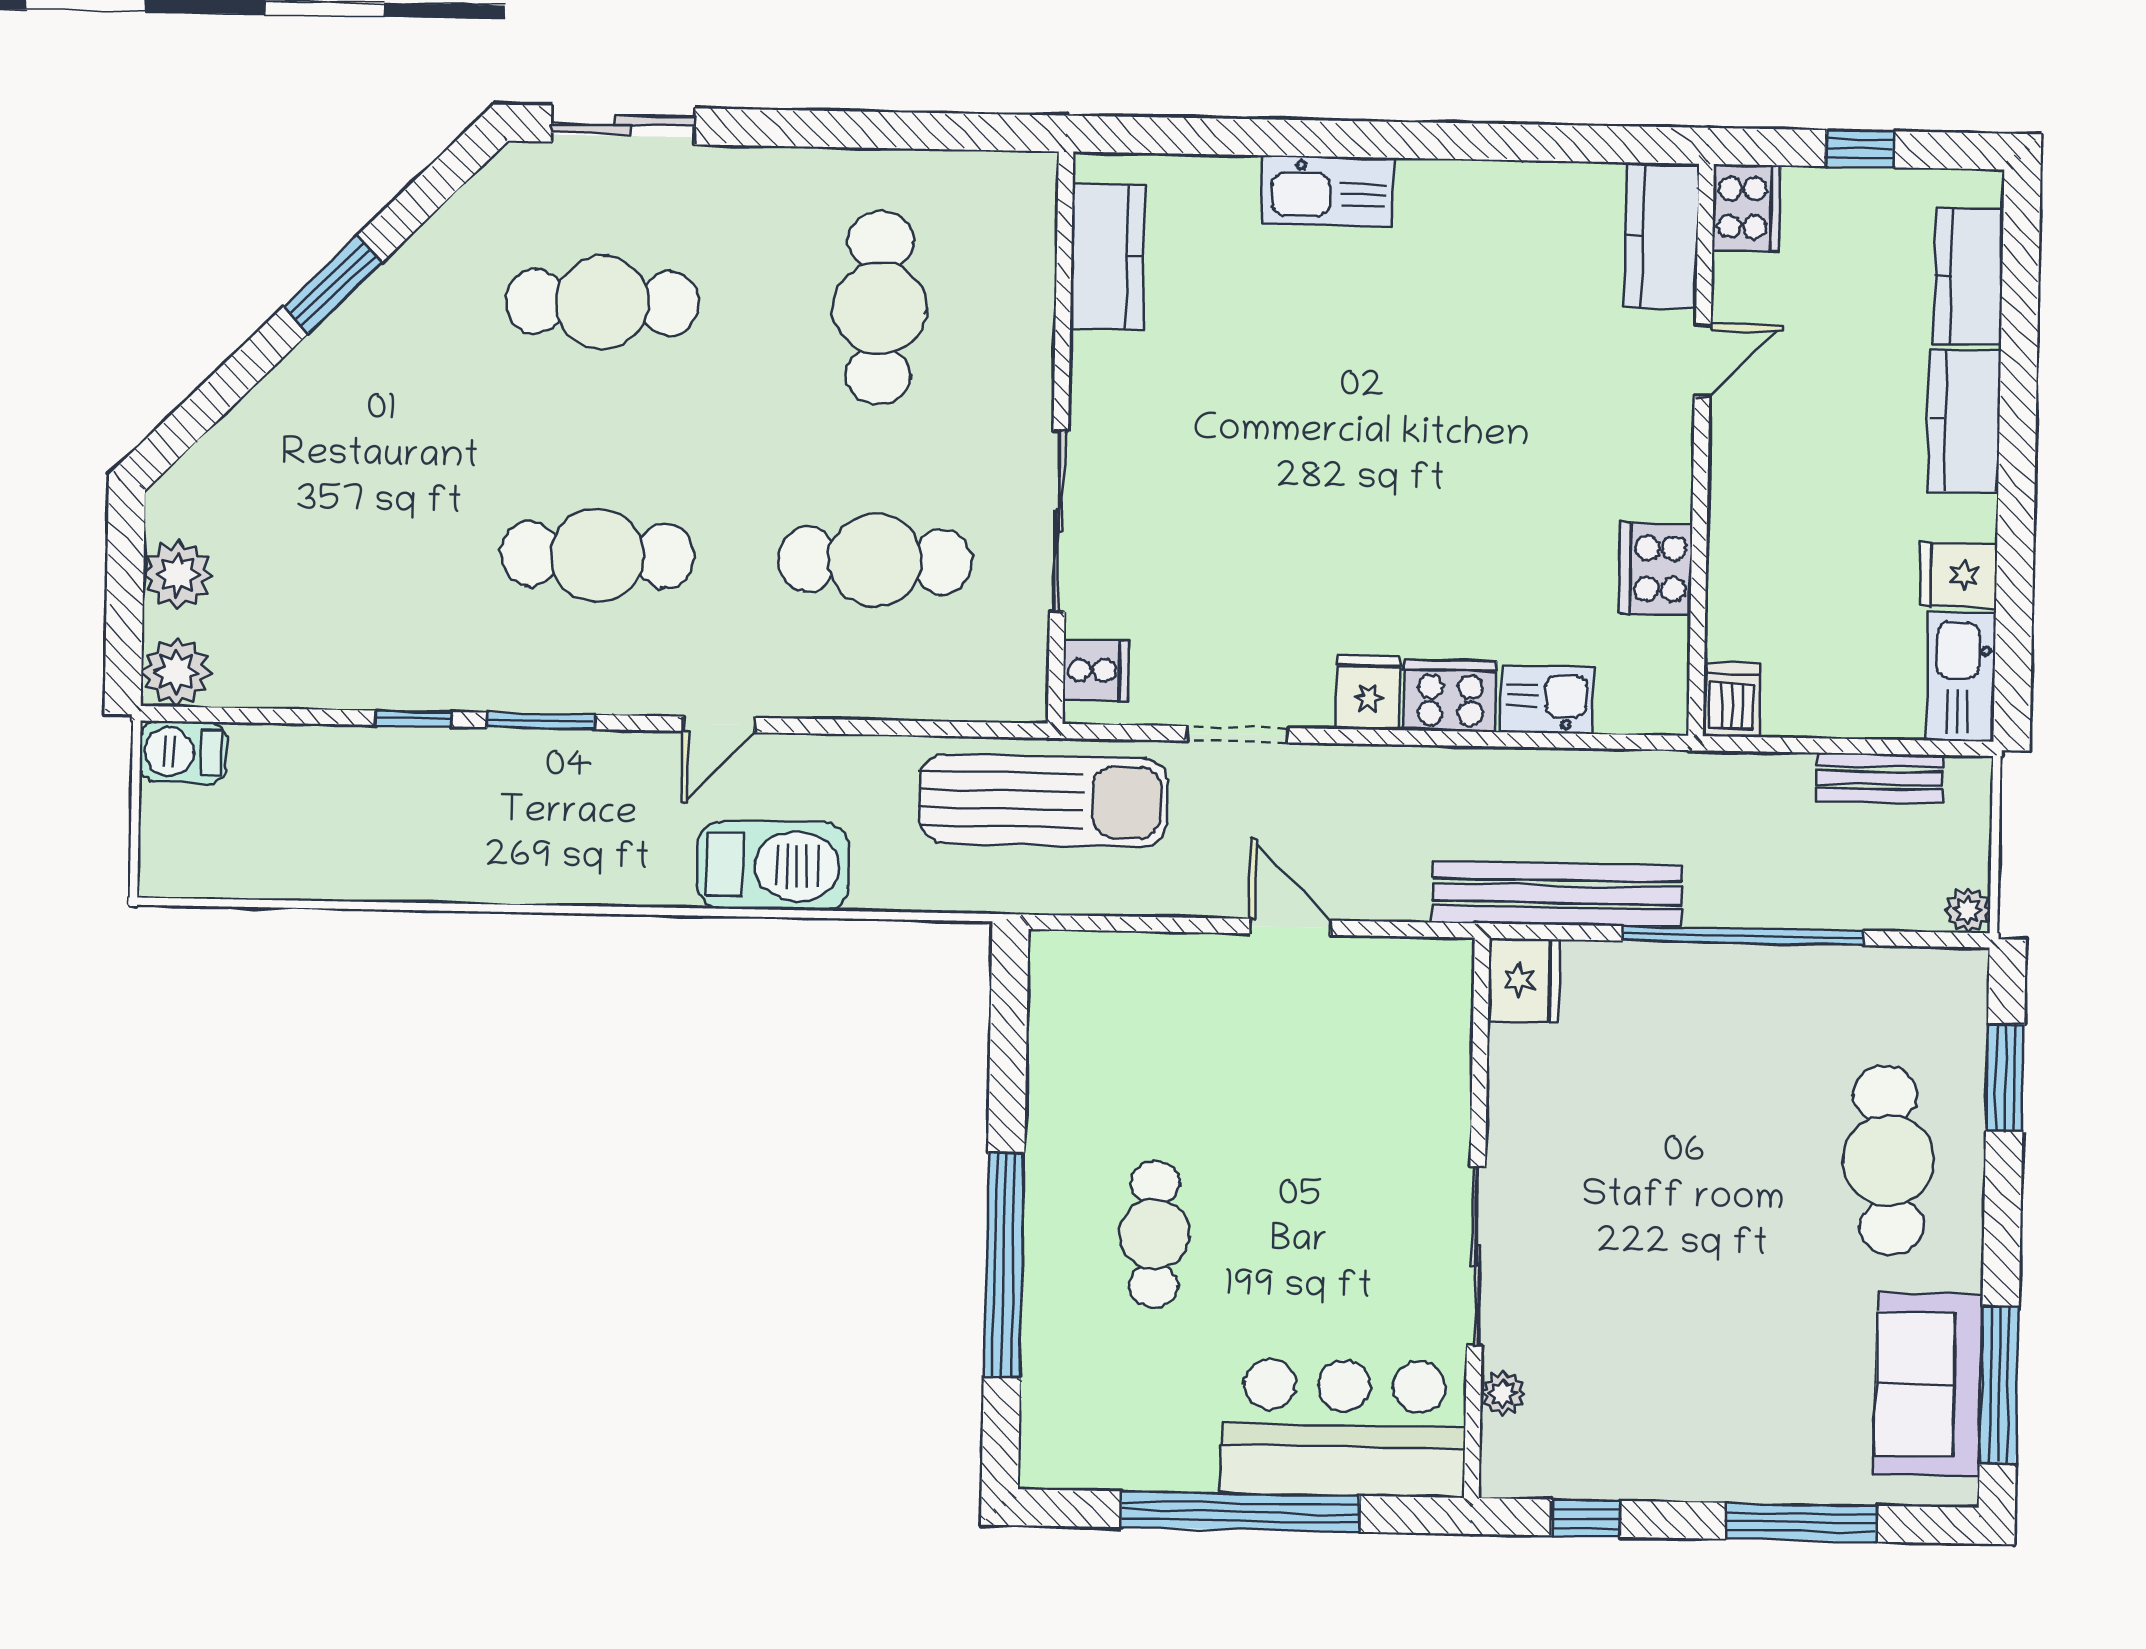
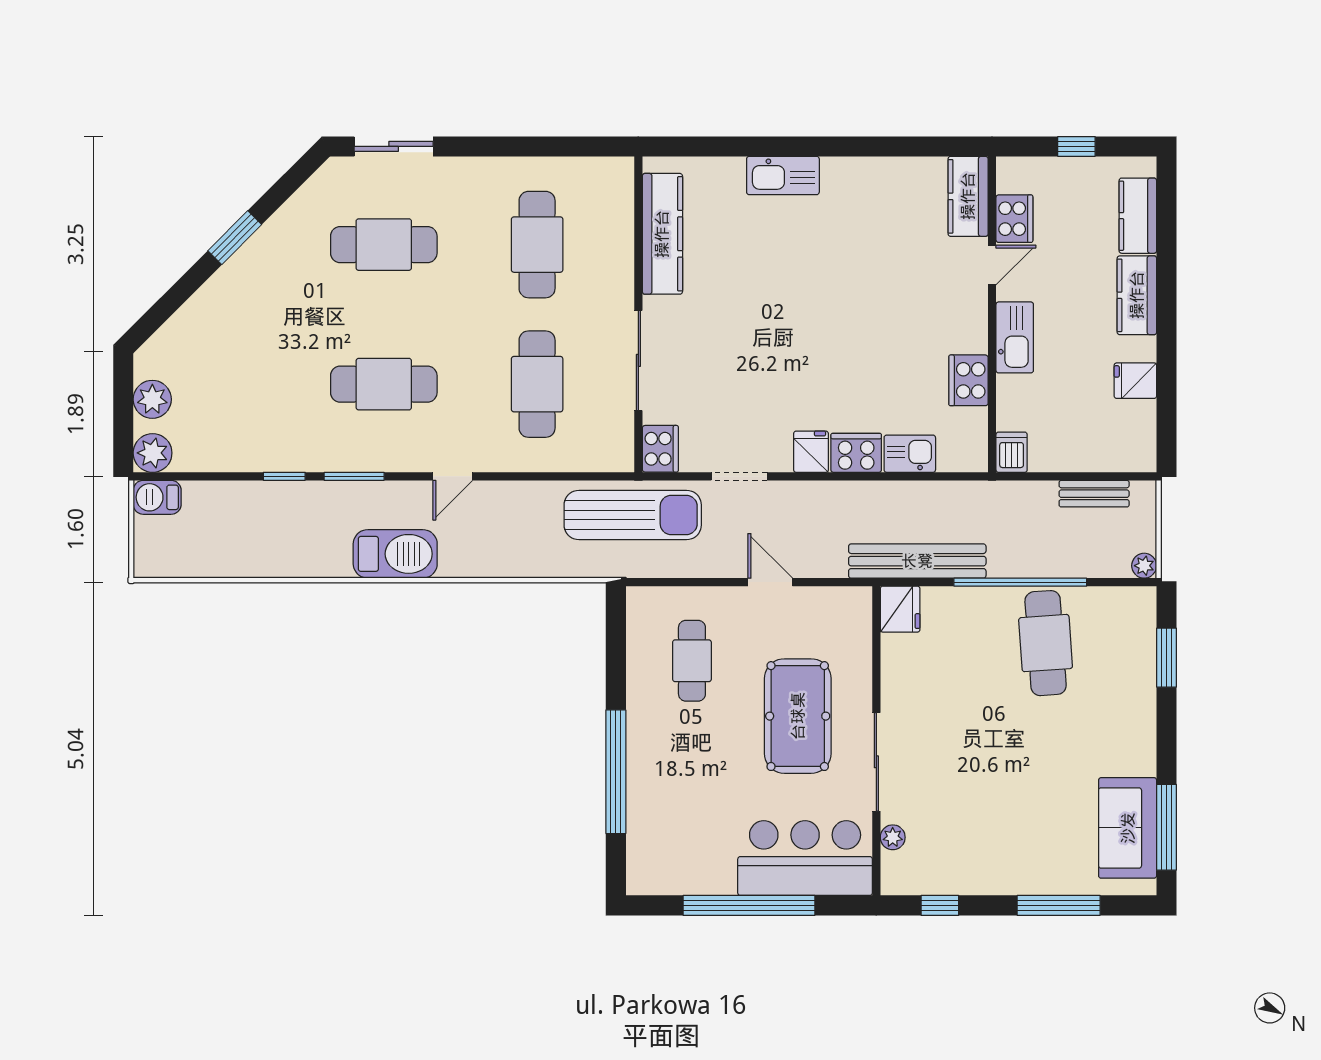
cooker: (1746, 208) -> (1014, 219), moved
kitchen counter: (1108, 256) -> (662, 234), width x1.50
cafe table: (875, 560) -> (537, 384), turned 90
cooker: (1096, 670) -> (660, 449), width x1.36
kitchen sink: (1961, 676) -> (1015, 337), moved, turned 180
barbecue: (773, 866) -> (395, 554), moved
cafe table: (1888, 1160) -> (1046, 643), moved
pool table: (1335, 1170) -> (798, 716), added
cafe table: (1154, 1234) -> (692, 661), moved

